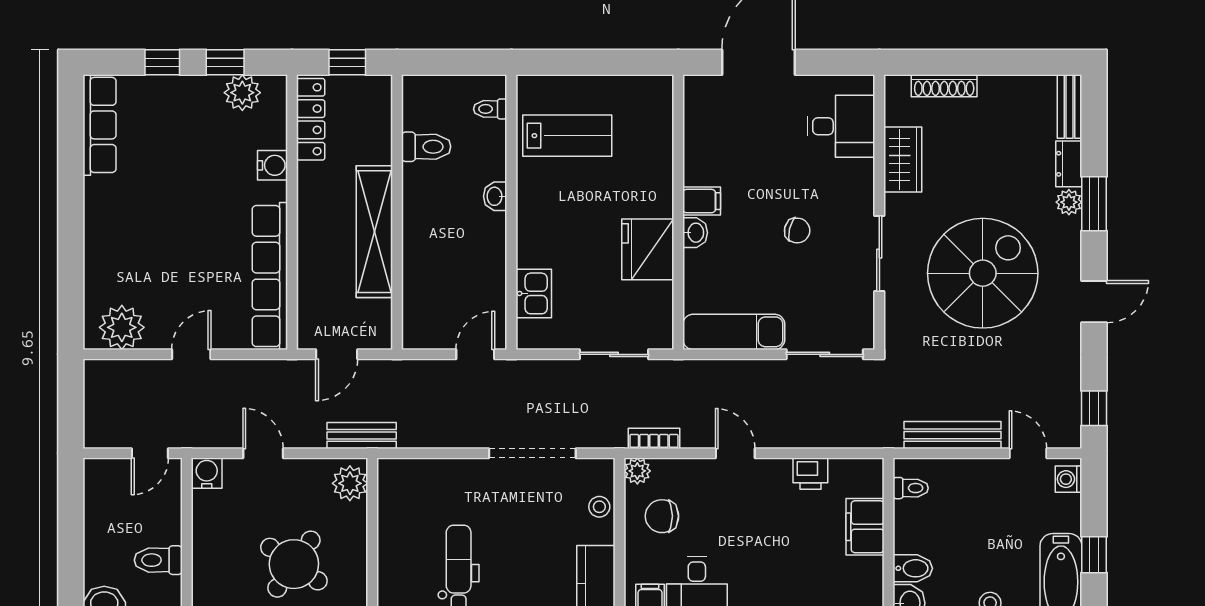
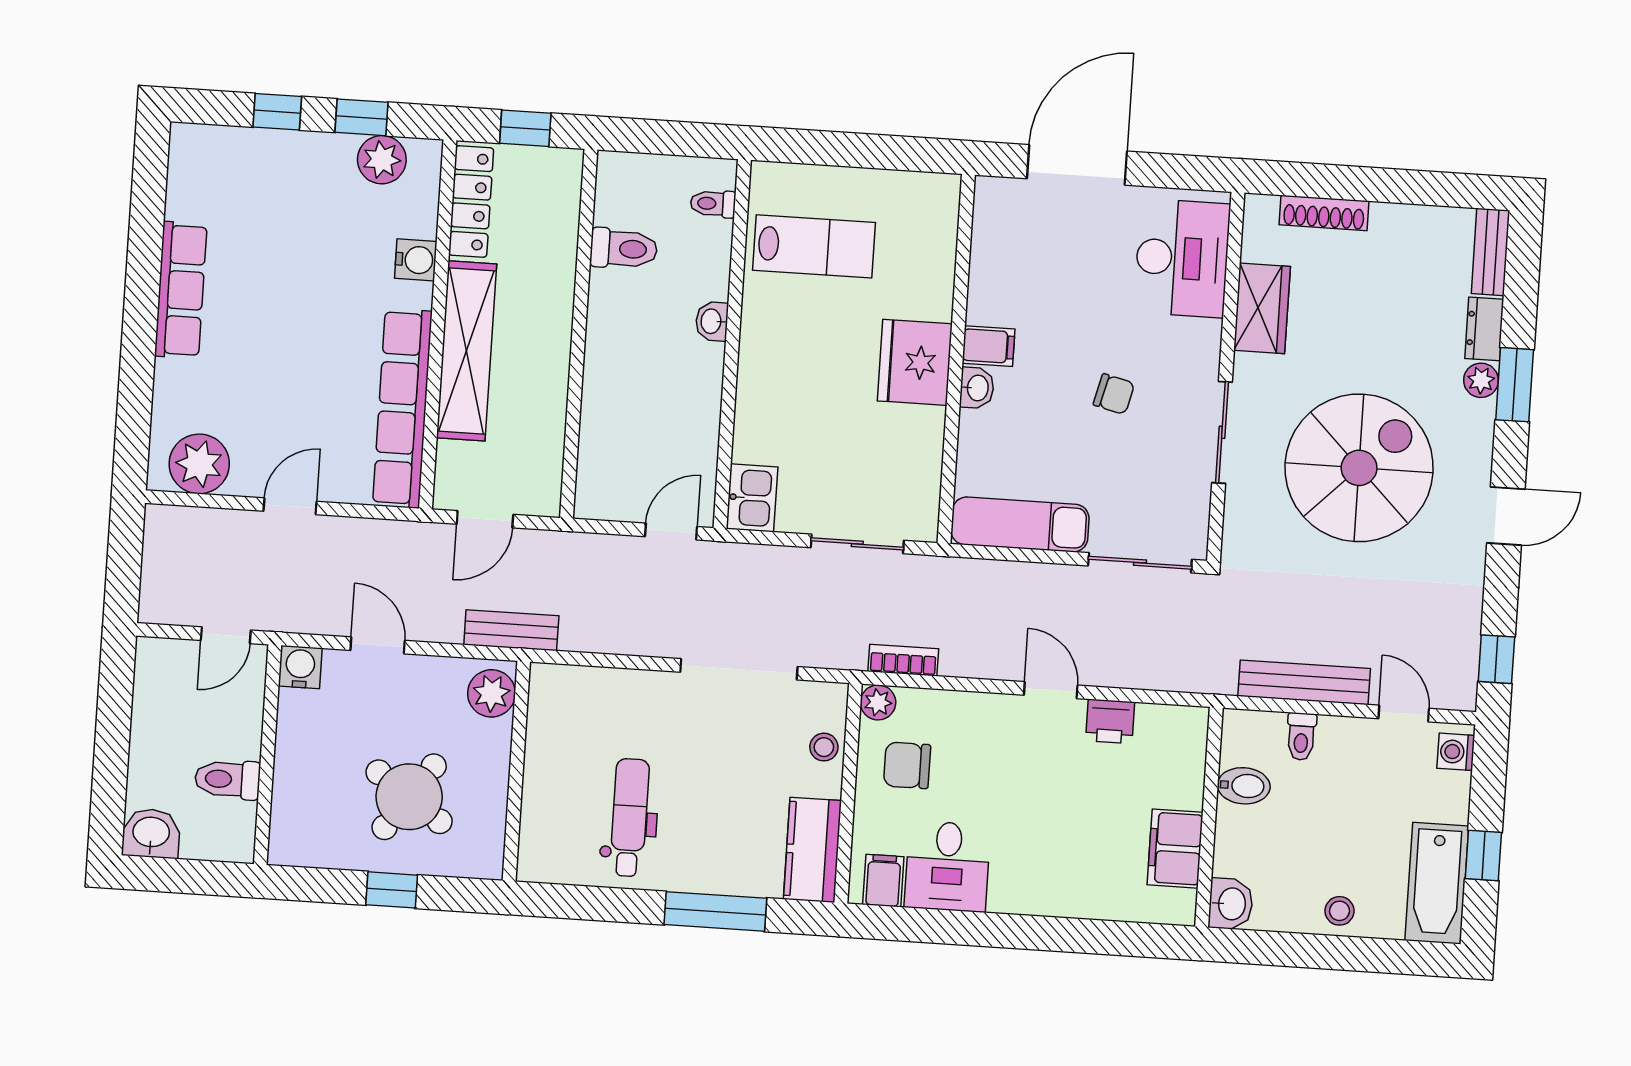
row of seats: (100, 125) -> (181, 290), moved
desk: (841, 126) -> (1182, 258), width x1.37
shelving: (374, 232) -> (466, 351), moved
fridge: (648, 249) -> (915, 362), moved
kitchen sink: (534, 293) -> (752, 498), moved
door: (735, 453) -> (1051, 690), moved
toilet: (911, 488) -> (1301, 737), moved, turned 90
filing cabinet: (865, 527) -> (1175, 849), moved
bidet: (913, 568) -> (1244, 786), moved

